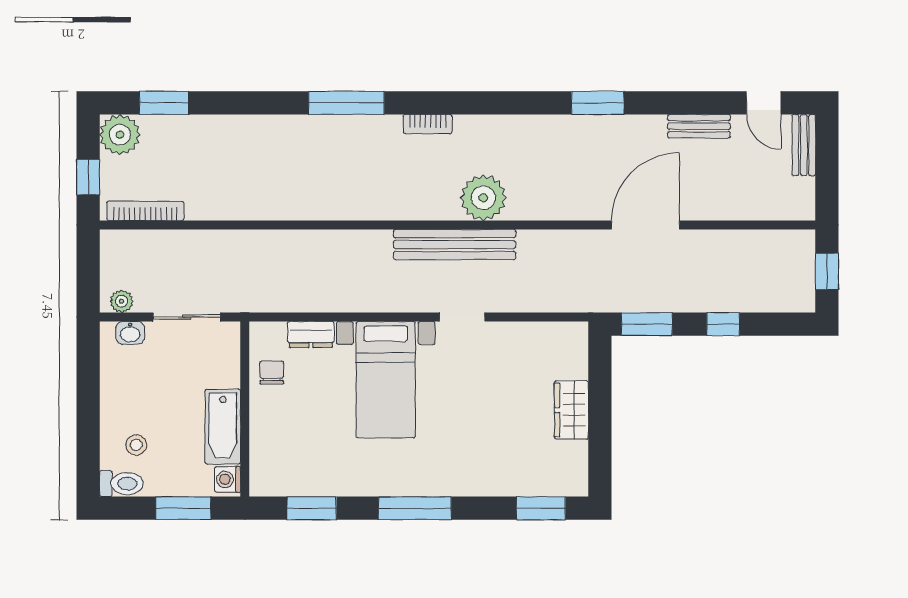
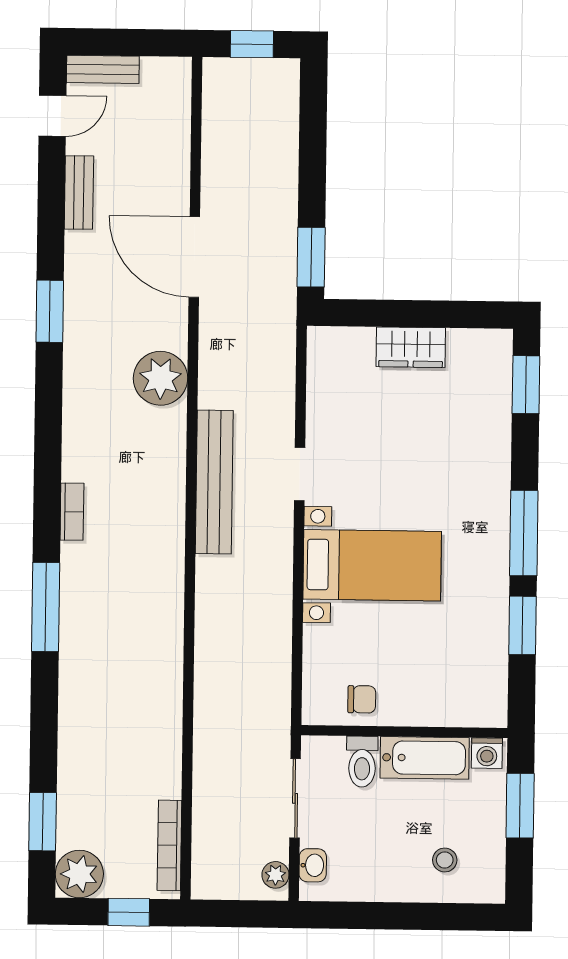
plant: (483, 198) -> (161, 378), moved
window: (723, 324) -> (312, 167), removed
dresser: (311, 334) -> (318, 653), removed
chair: (272, 372) -> (362, 699), turned 180
toilet: (121, 484) -> (362, 762), moved, turned 180
window: (312, 508) -> (523, 625), moved

